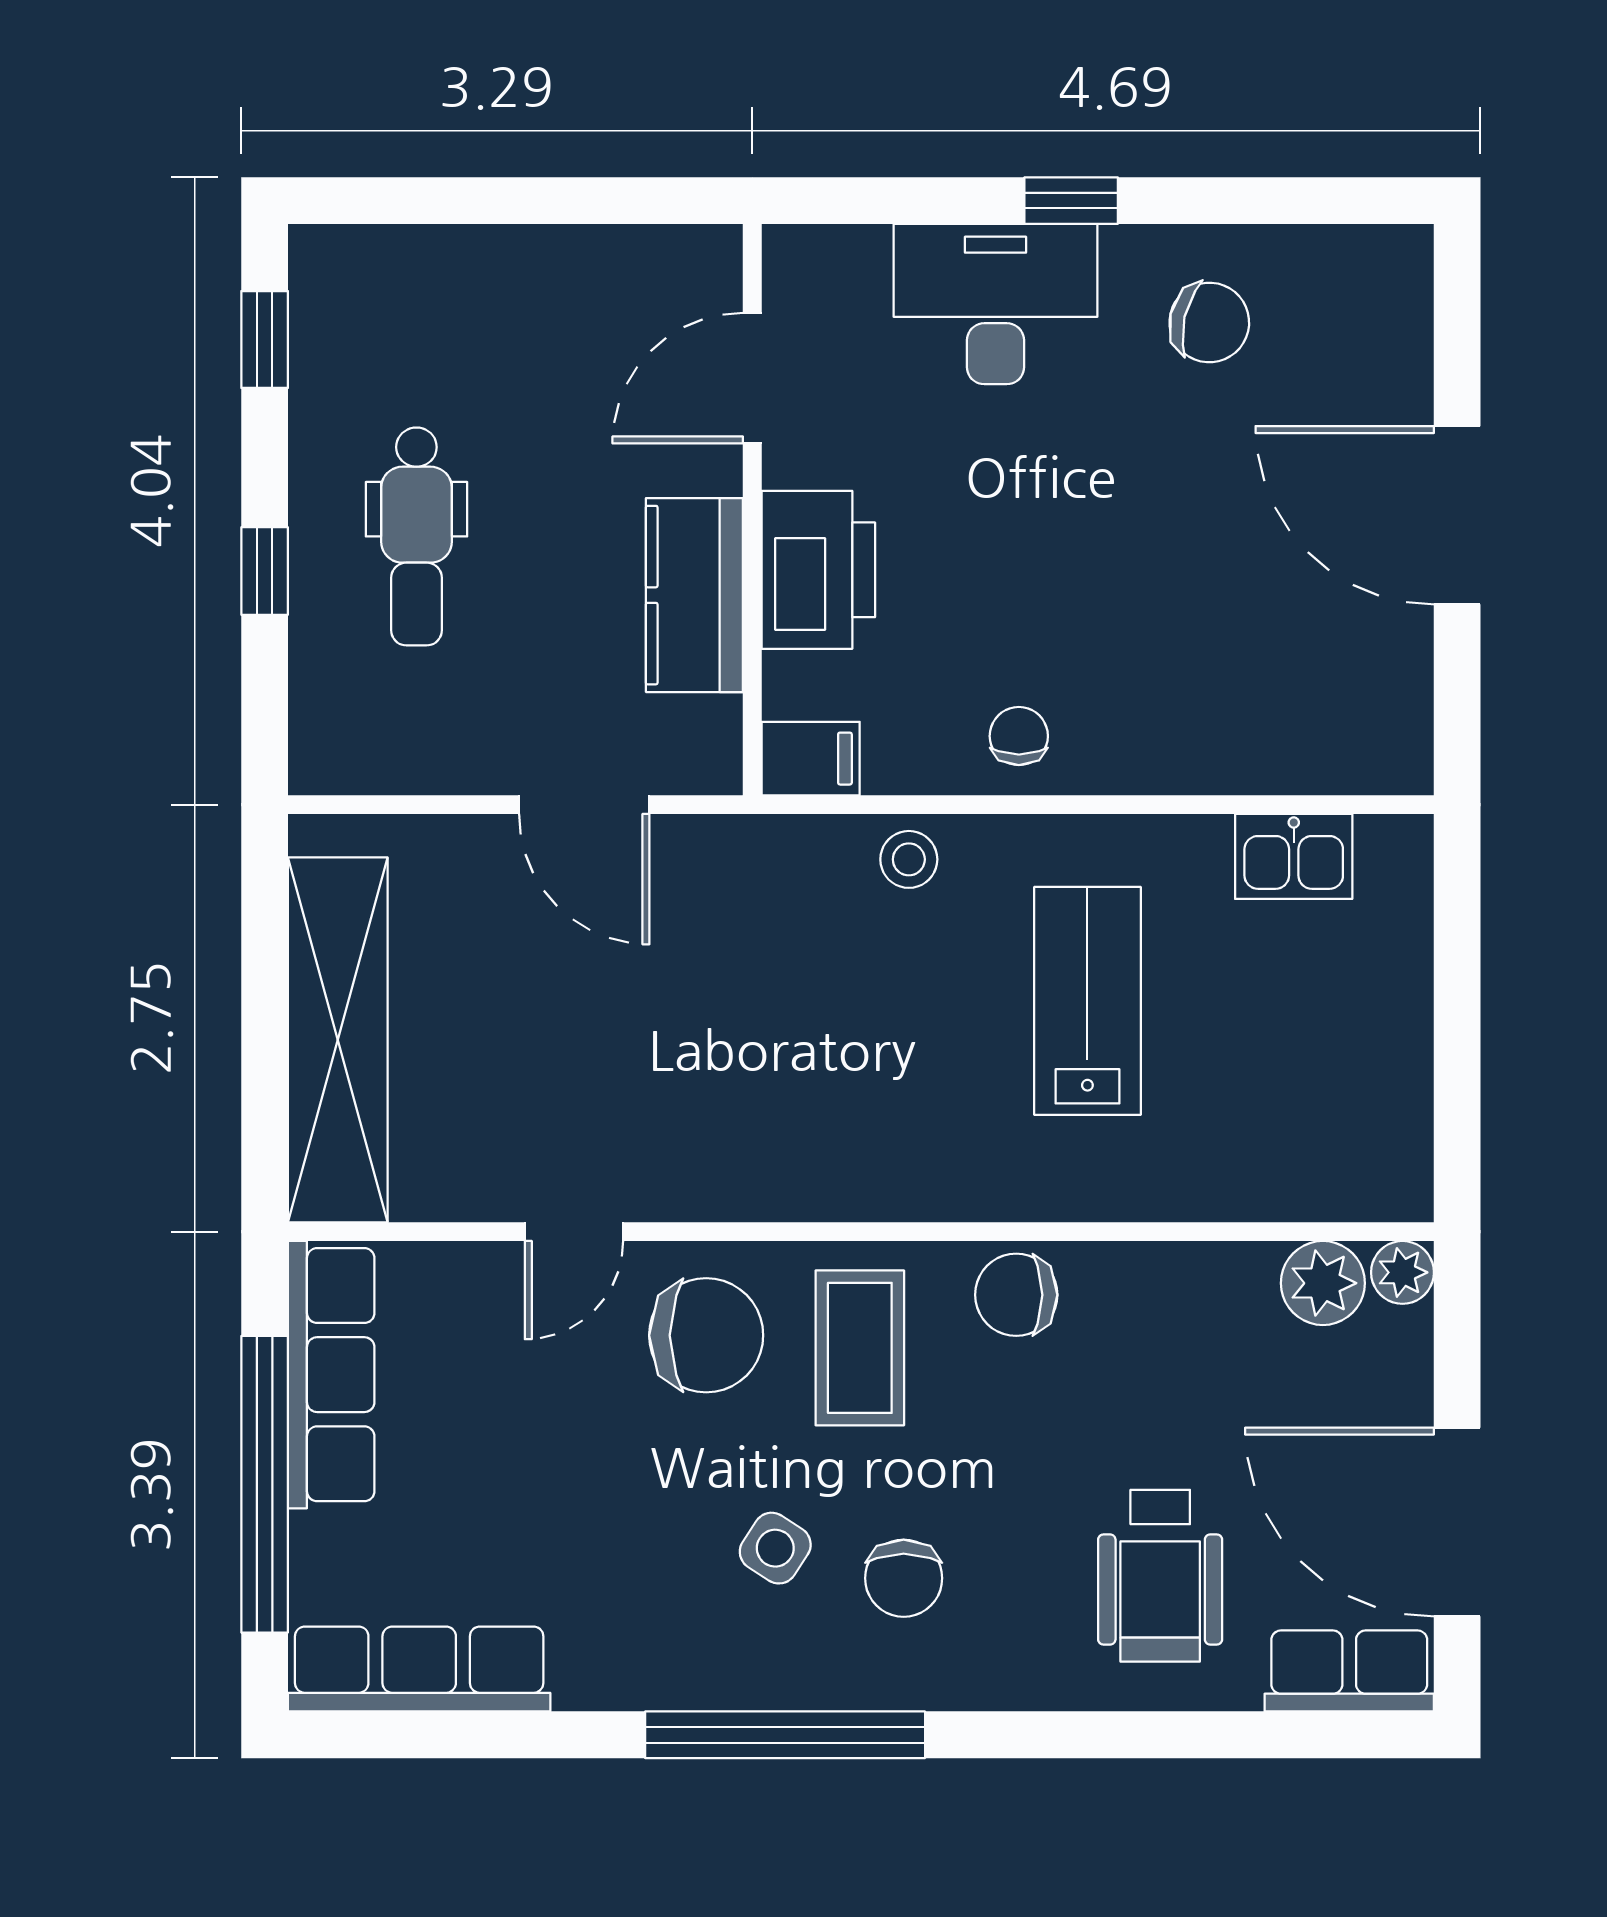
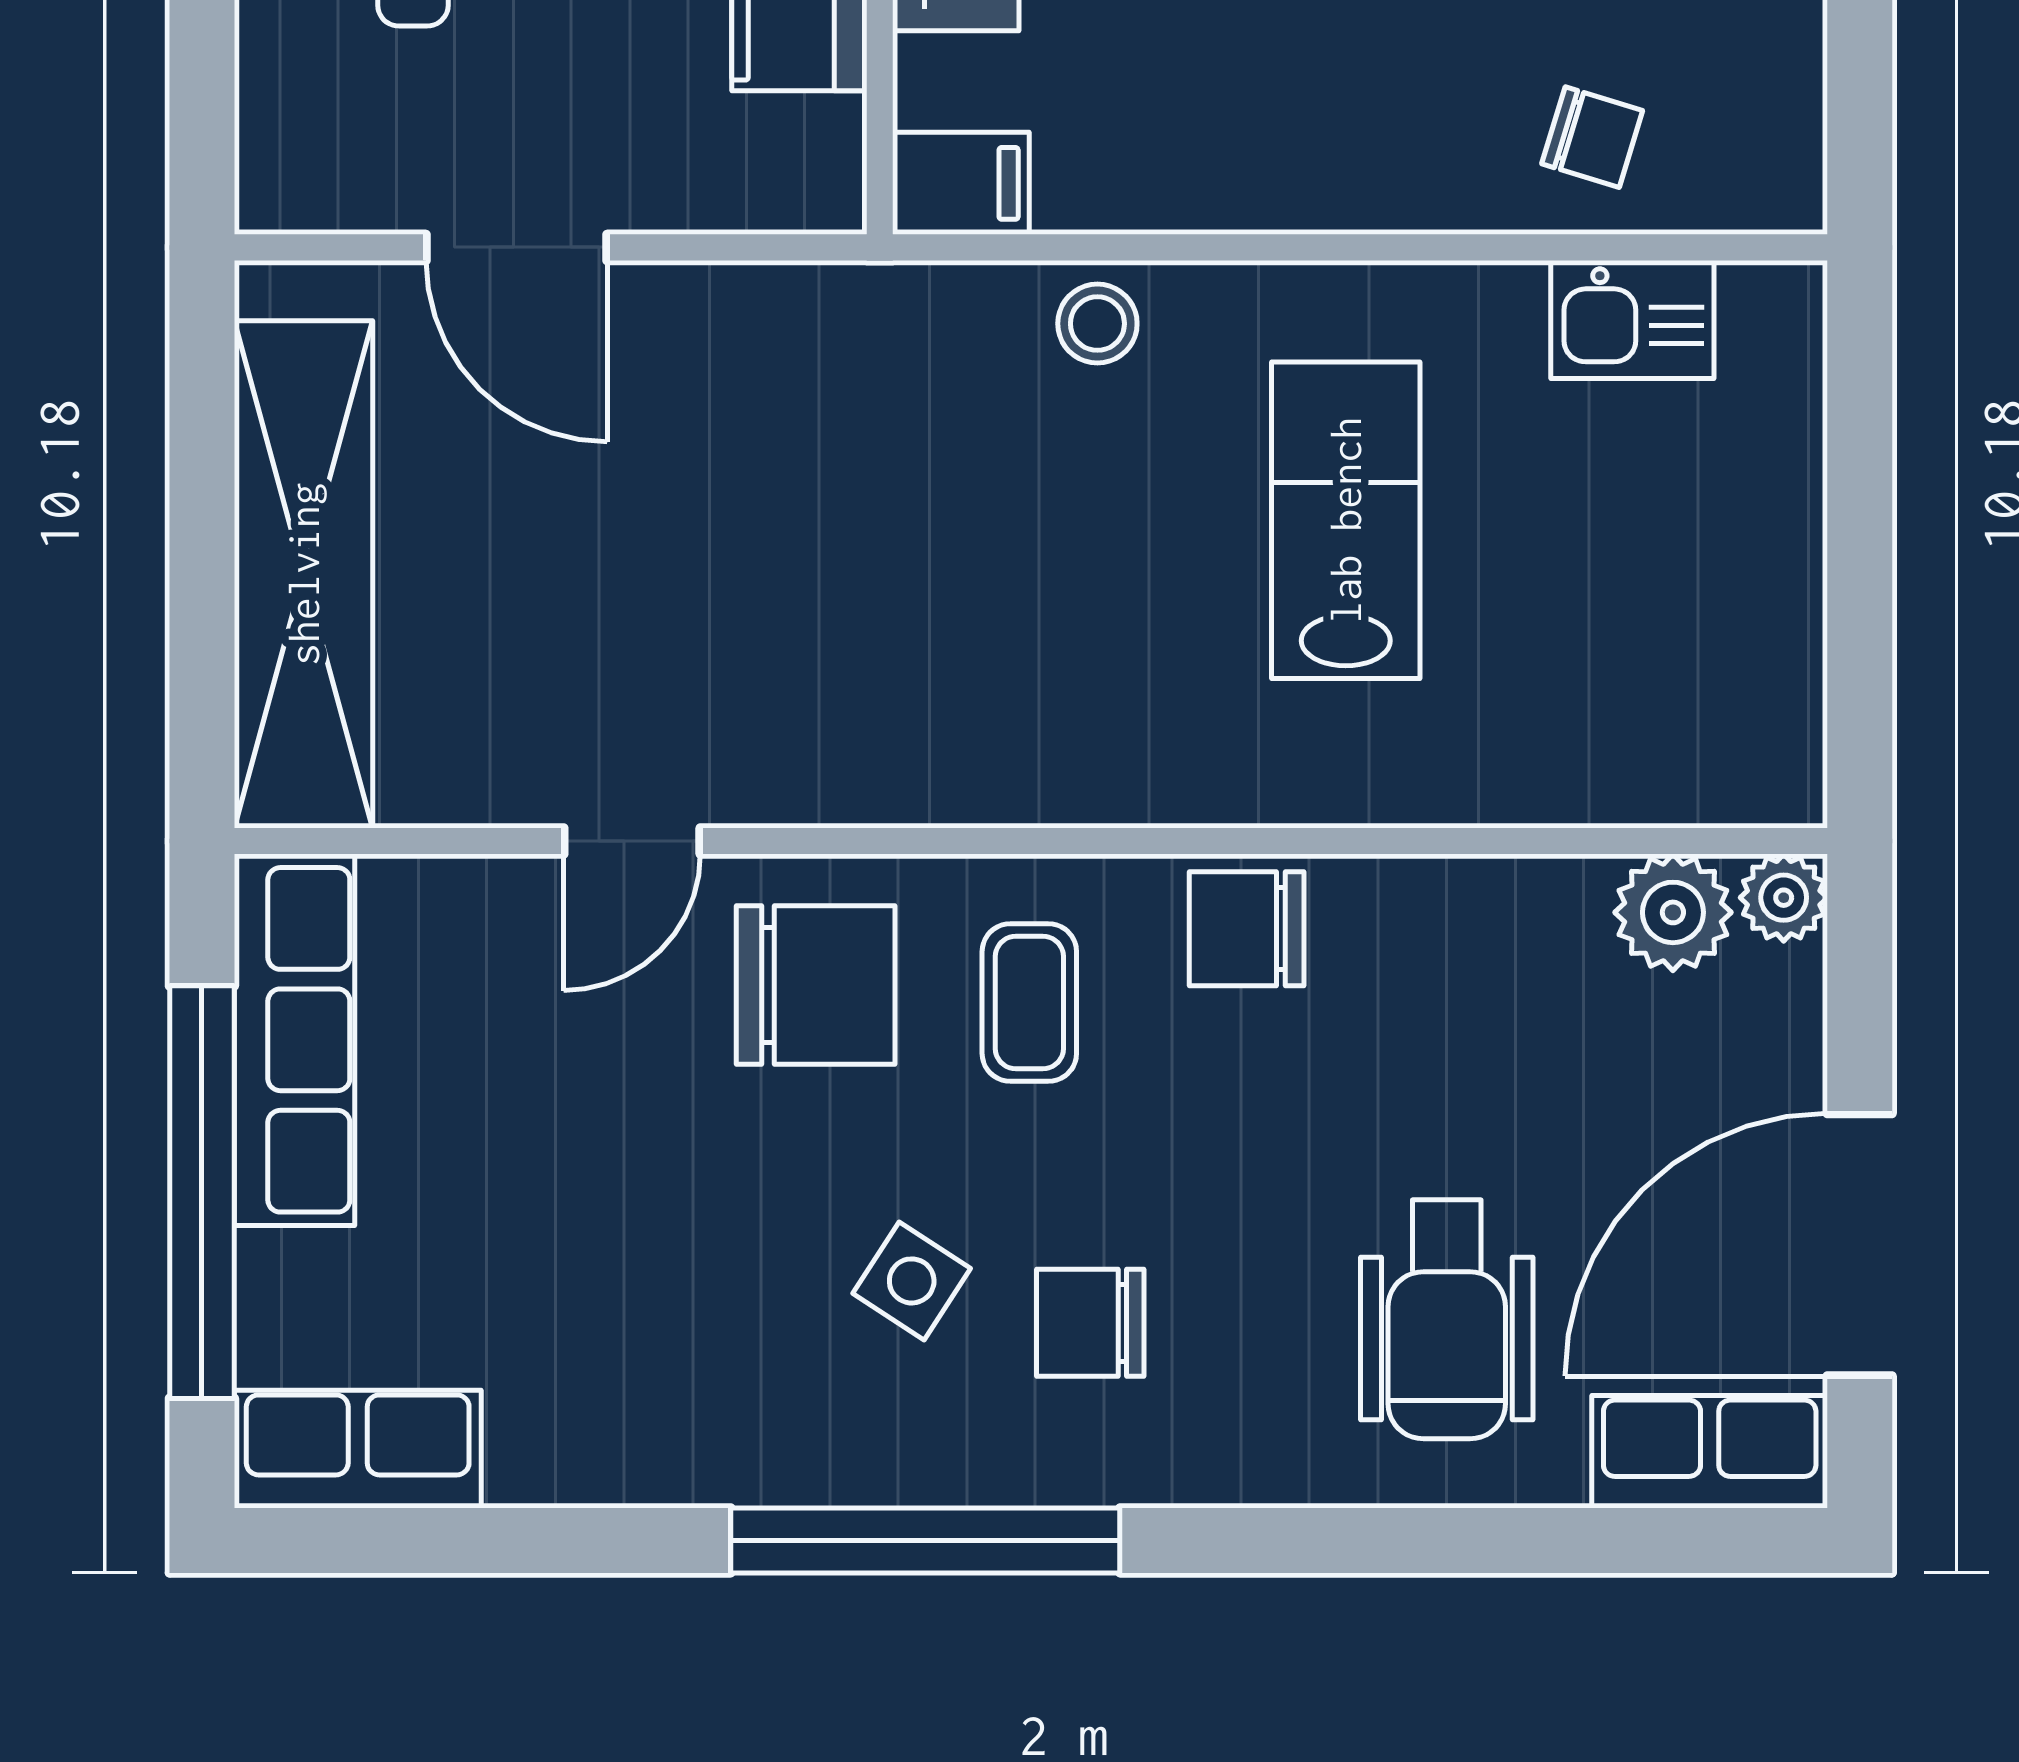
chair: (1019, 736) -> (1592, 137), moved, turned 107
door: (584, 805) -> (516, 247), moved
coffee table: (860, 1348) -> (1029, 1003), width x0.73, depth x0.77
door: (1457, 1522) -> (1860, 1245), hinge flipped
chair: (904, 1578) -> (1090, 1323), turned 90
row of seats: (419, 1669) -> (358, 1449), width x0.68

